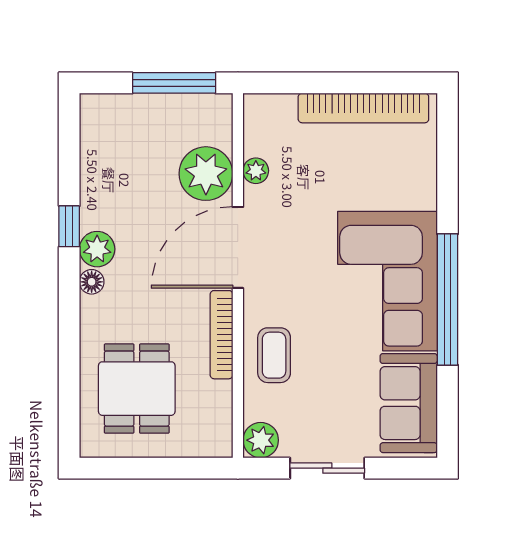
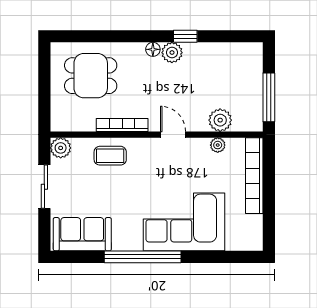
bookcase: (363, 108) -> (254, 176), moved
plant: (206, 174) -> (220, 120), width x0.73, depth x0.73
door: (238, 247) -> (173, 135), width x0.53
corner sofa: (388, 281) -> (184, 222), moved

